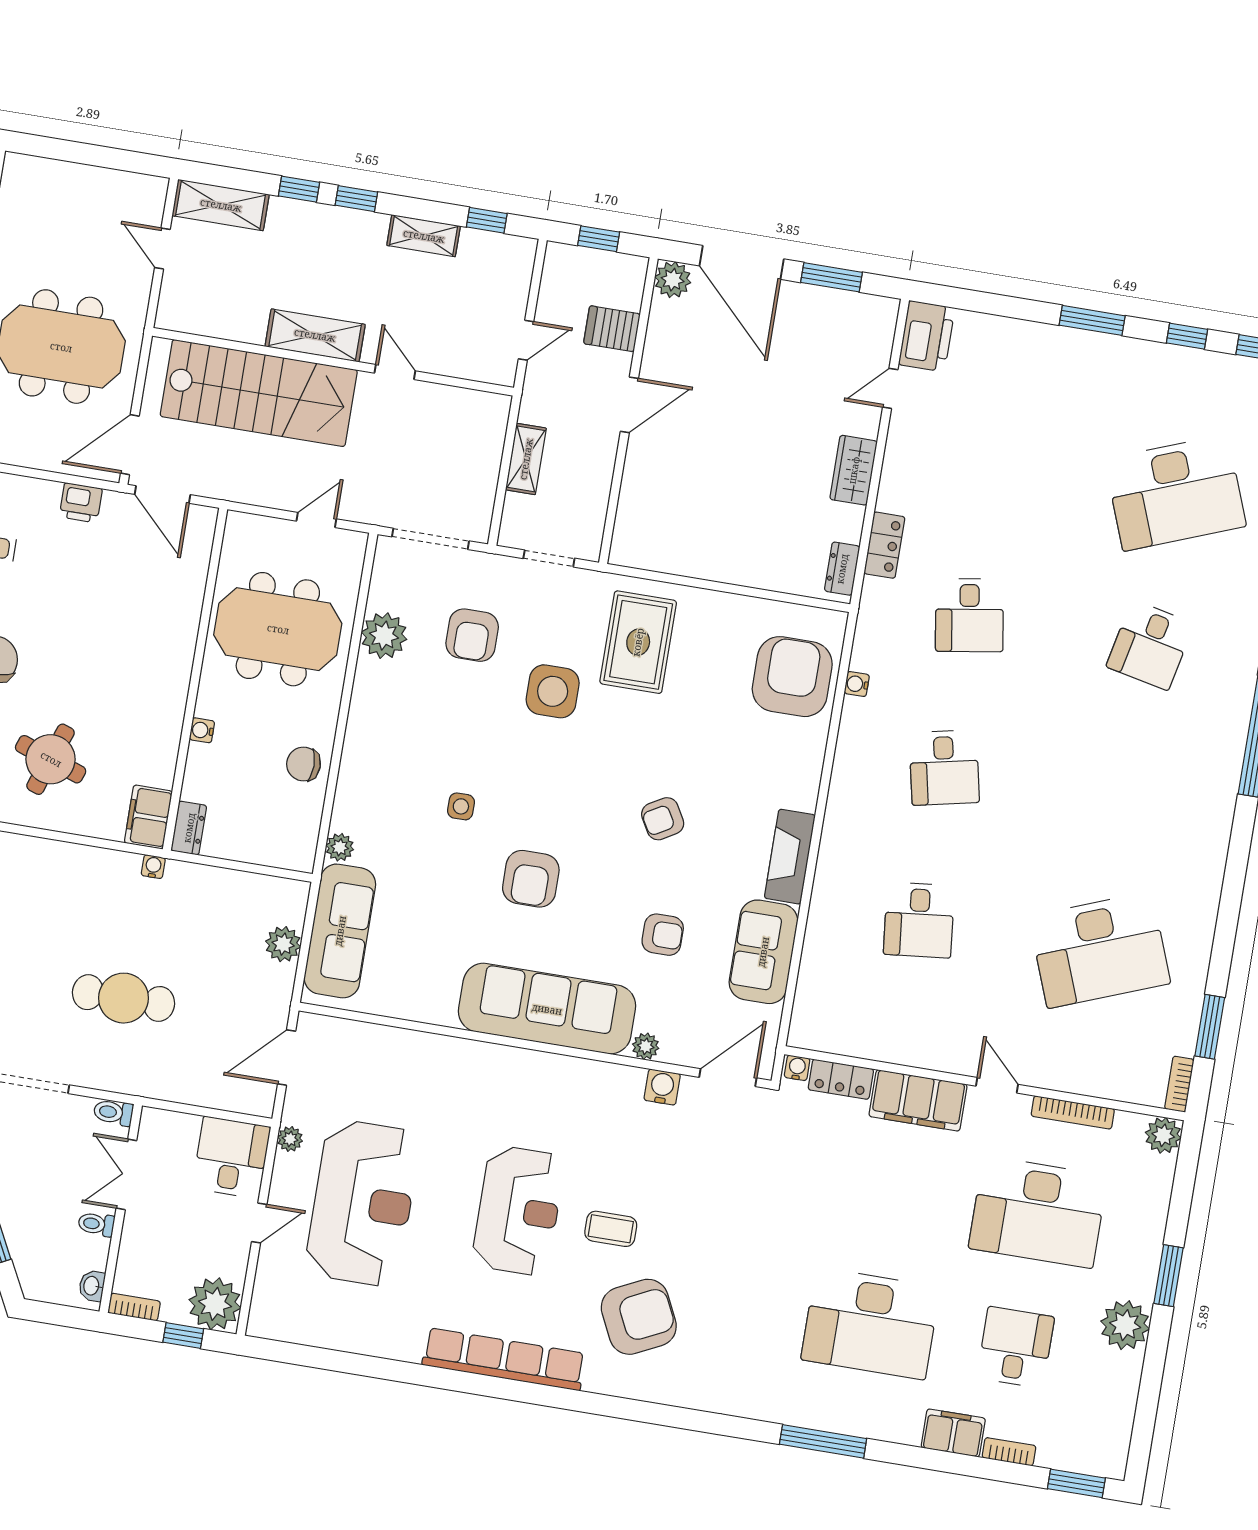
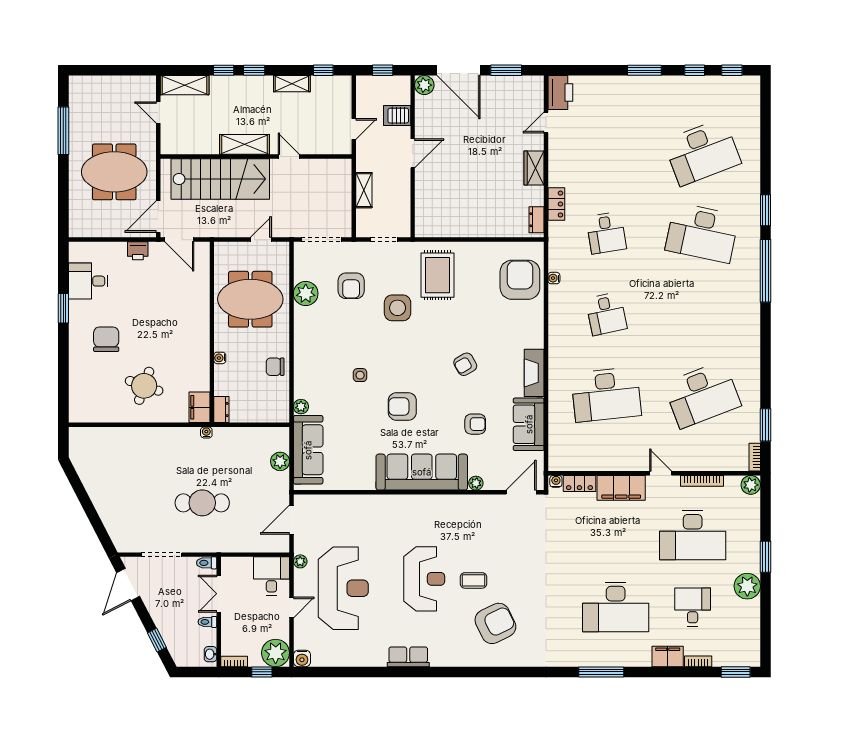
desk: (1150, 645) -> (702, 233), width x1.87, depth x1.30
armchair: (531, 879) -> (402, 406), turned 90
desk: (919, 920) -> (606, 395), width x1.87, depth x1.30
water cooler: (662, 1087) -> (302, 658), moved, turned 180
row of seats: (504, 1359) -> (408, 657), width x0.50

